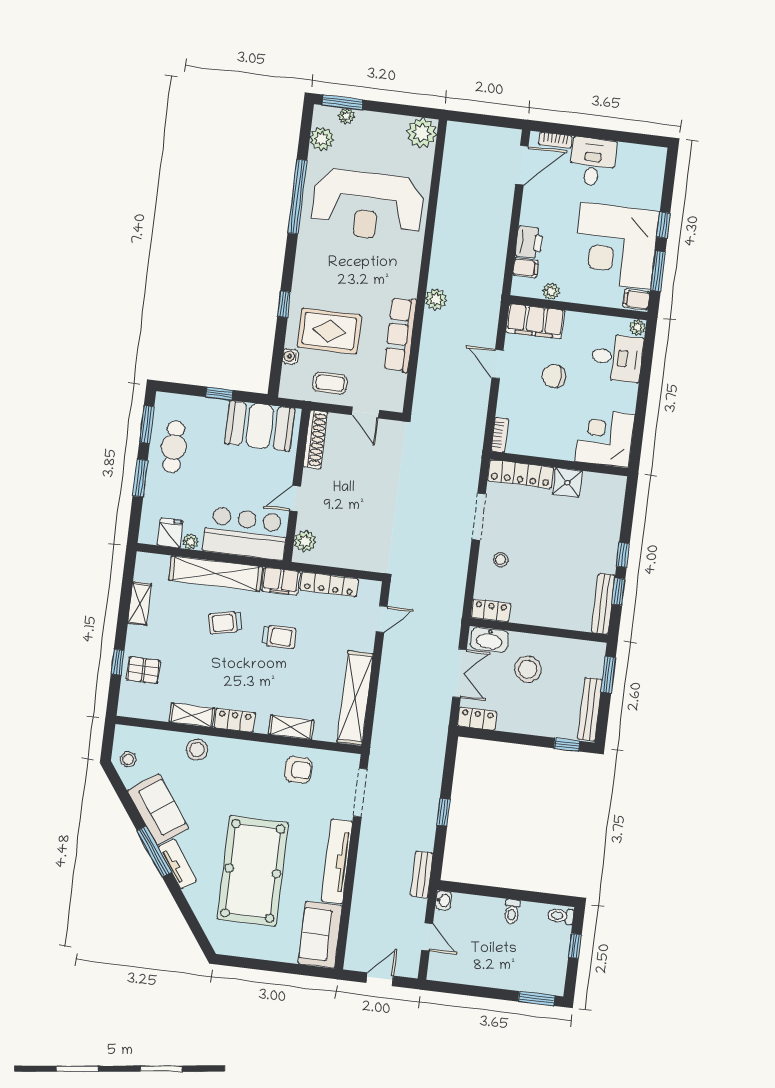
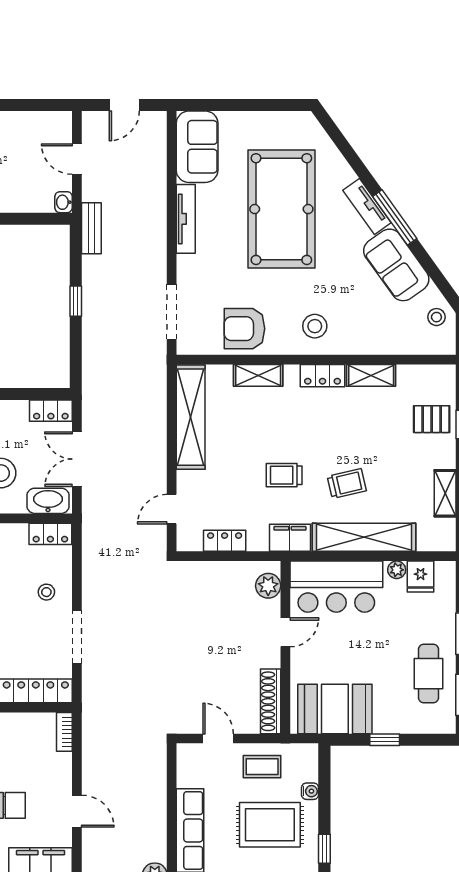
locker: (329, 584) -> (225, 541), width x0.66
stool: (197, 750) -> (315, 326), moved
armchair: (298, 770) -> (244, 329), width x1.38, depth x1.38
tv unit: (337, 861) -> (186, 219), width x0.73, depth x0.78

